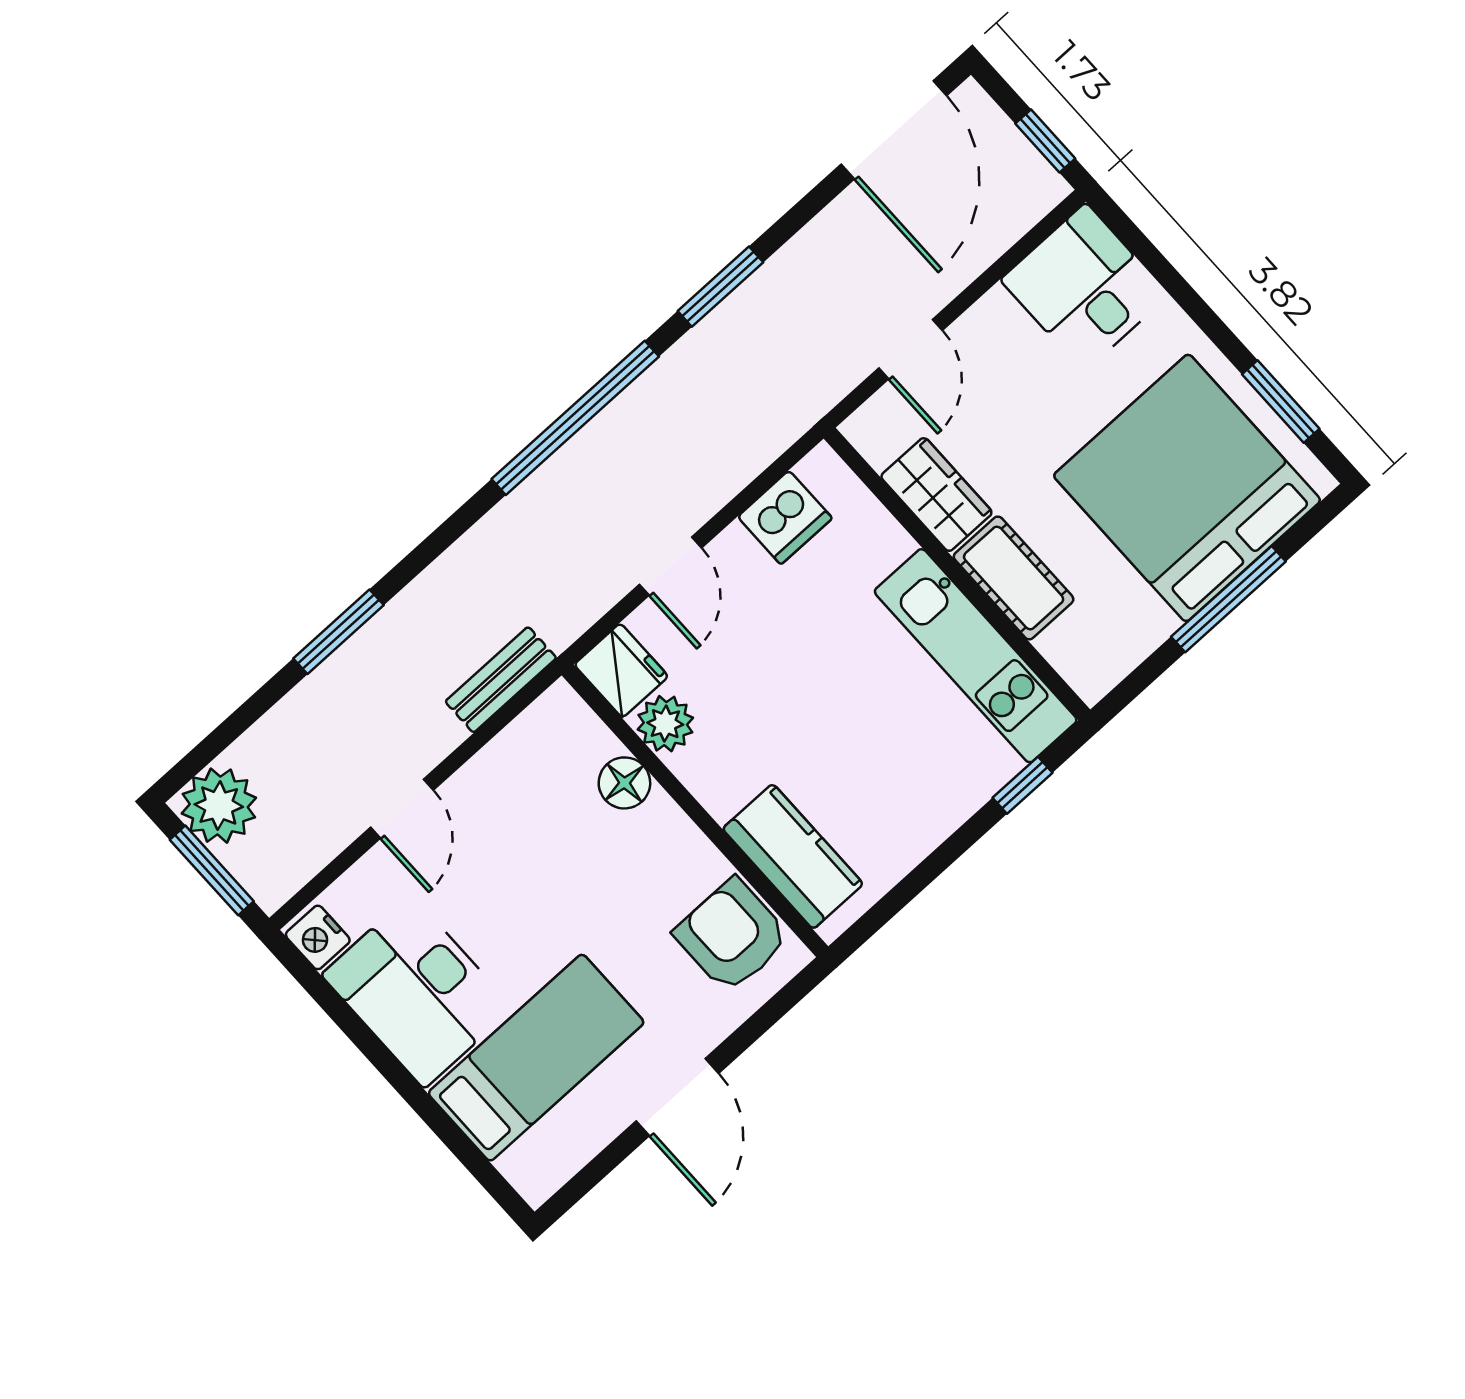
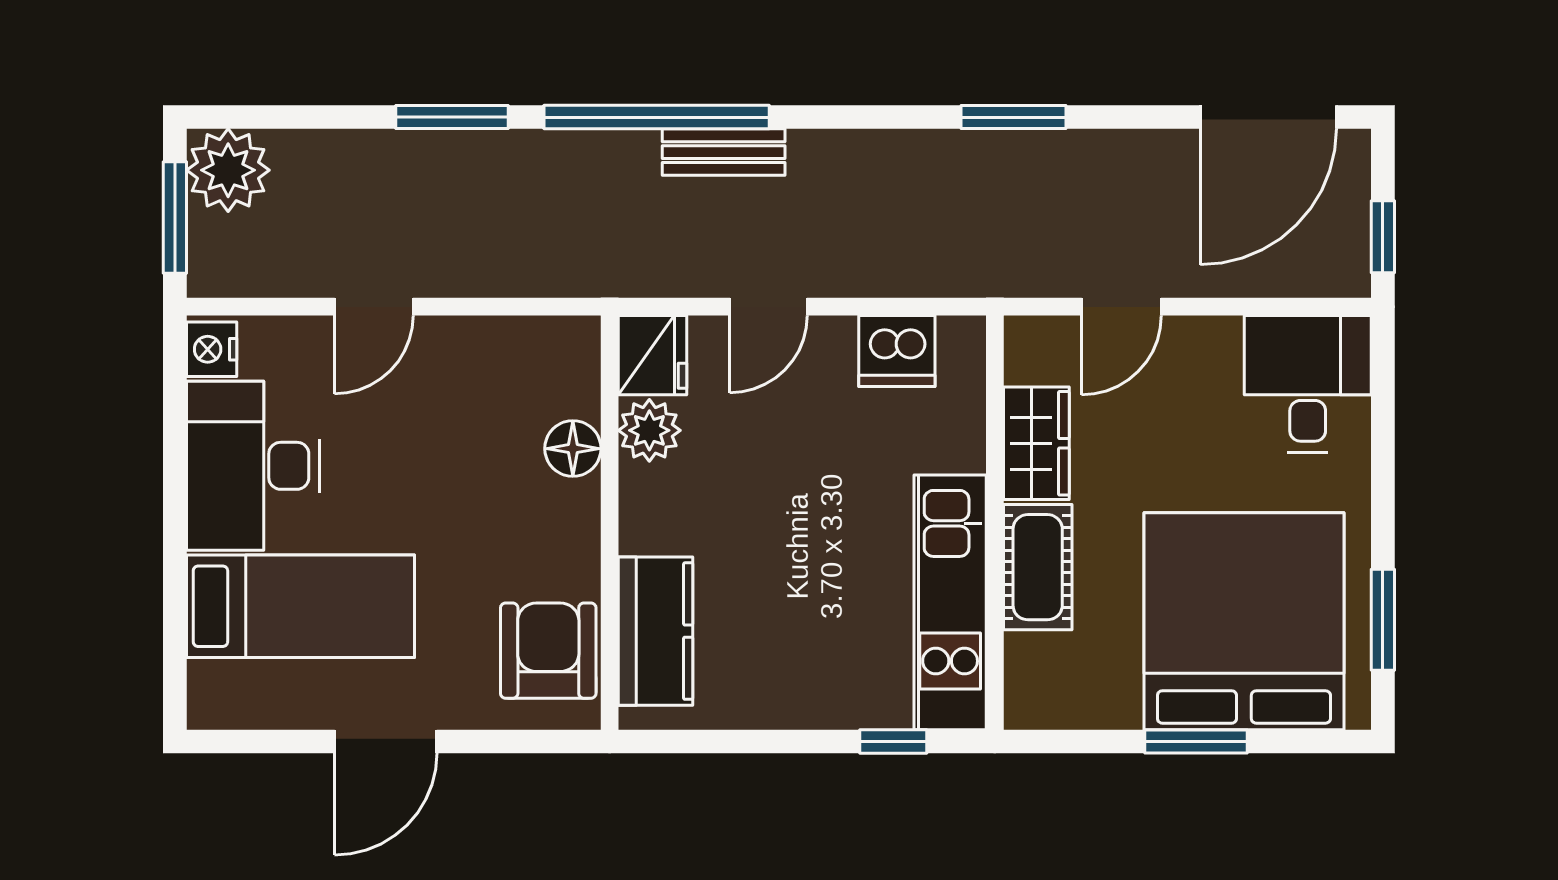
window: (575, 418) -> (657, 117), moved
window: (1228, 599) -> (1196, 741), width x0.69
bench: (501, 680) -> (724, 152), moved

